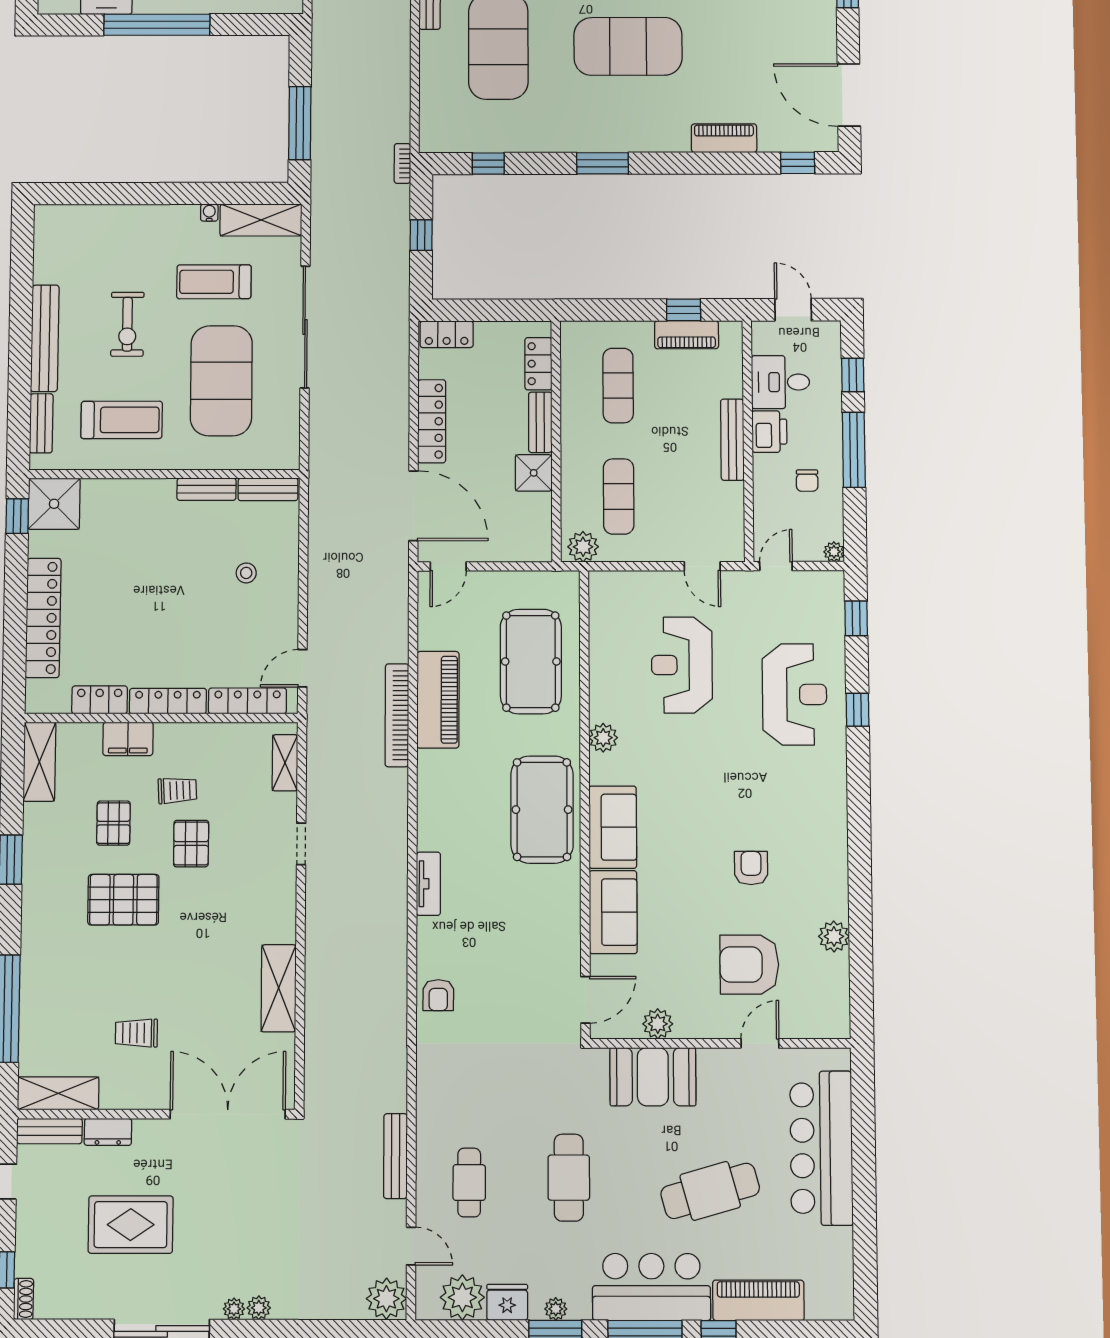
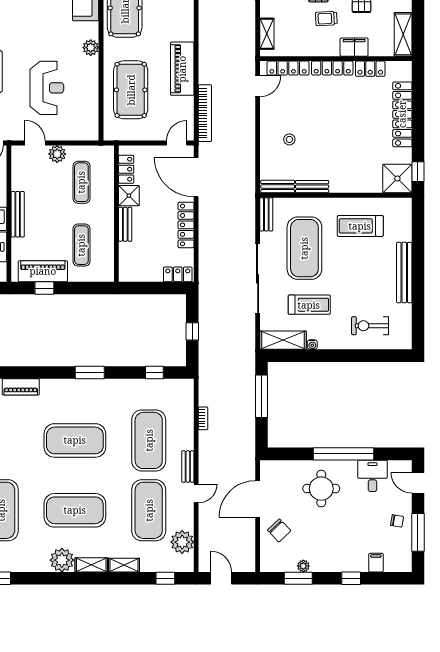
bookcase: (402, 163) -> (203, 418), moved
exercise bike: (127, 324) -> (370, 326), moved, turned -90
piano: (687, 335) -> (43, 271), width x1.37, depth x1.33
locker: (538, 364) -> (126, 169), moved
bench: (41, 423) -> (266, 214), moved
plant: (583, 547) -> (57, 154), moved
bookcase: (397, 715) -> (205, 113), moved

